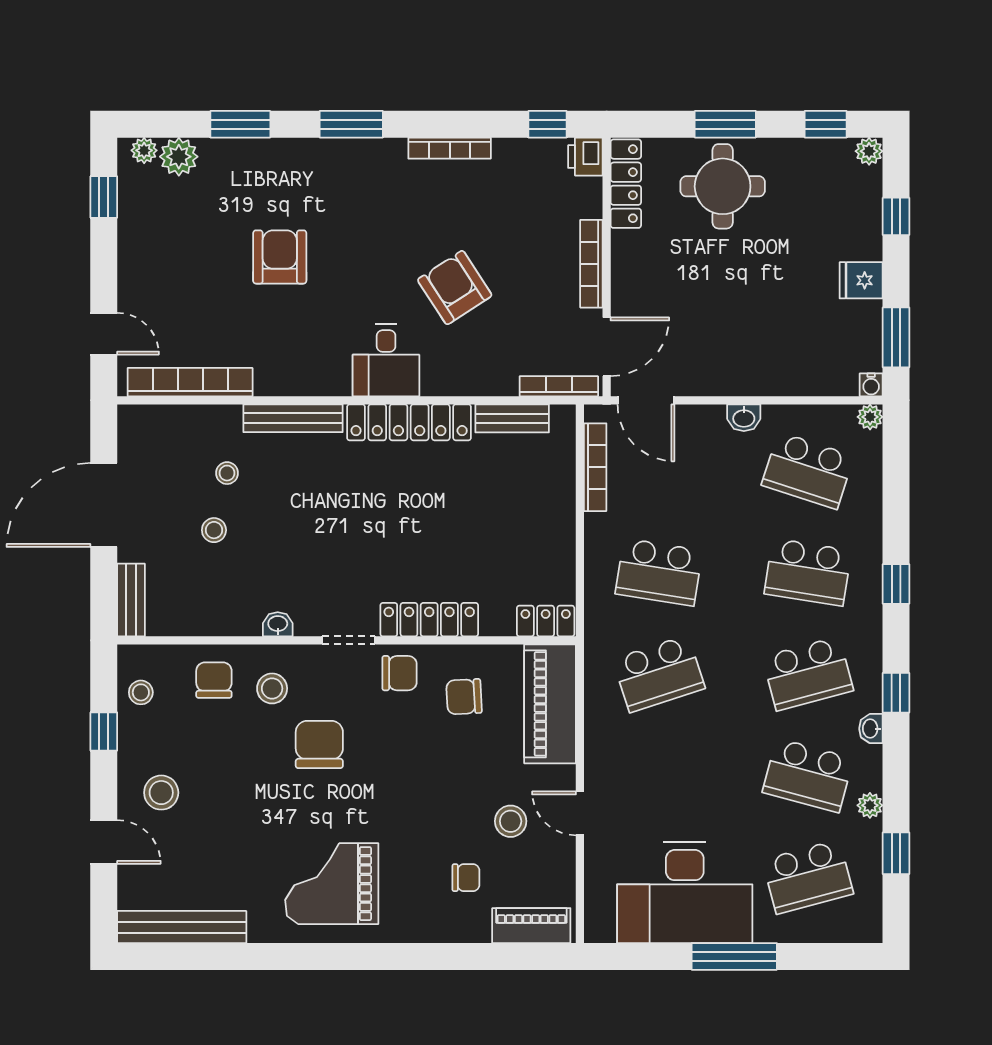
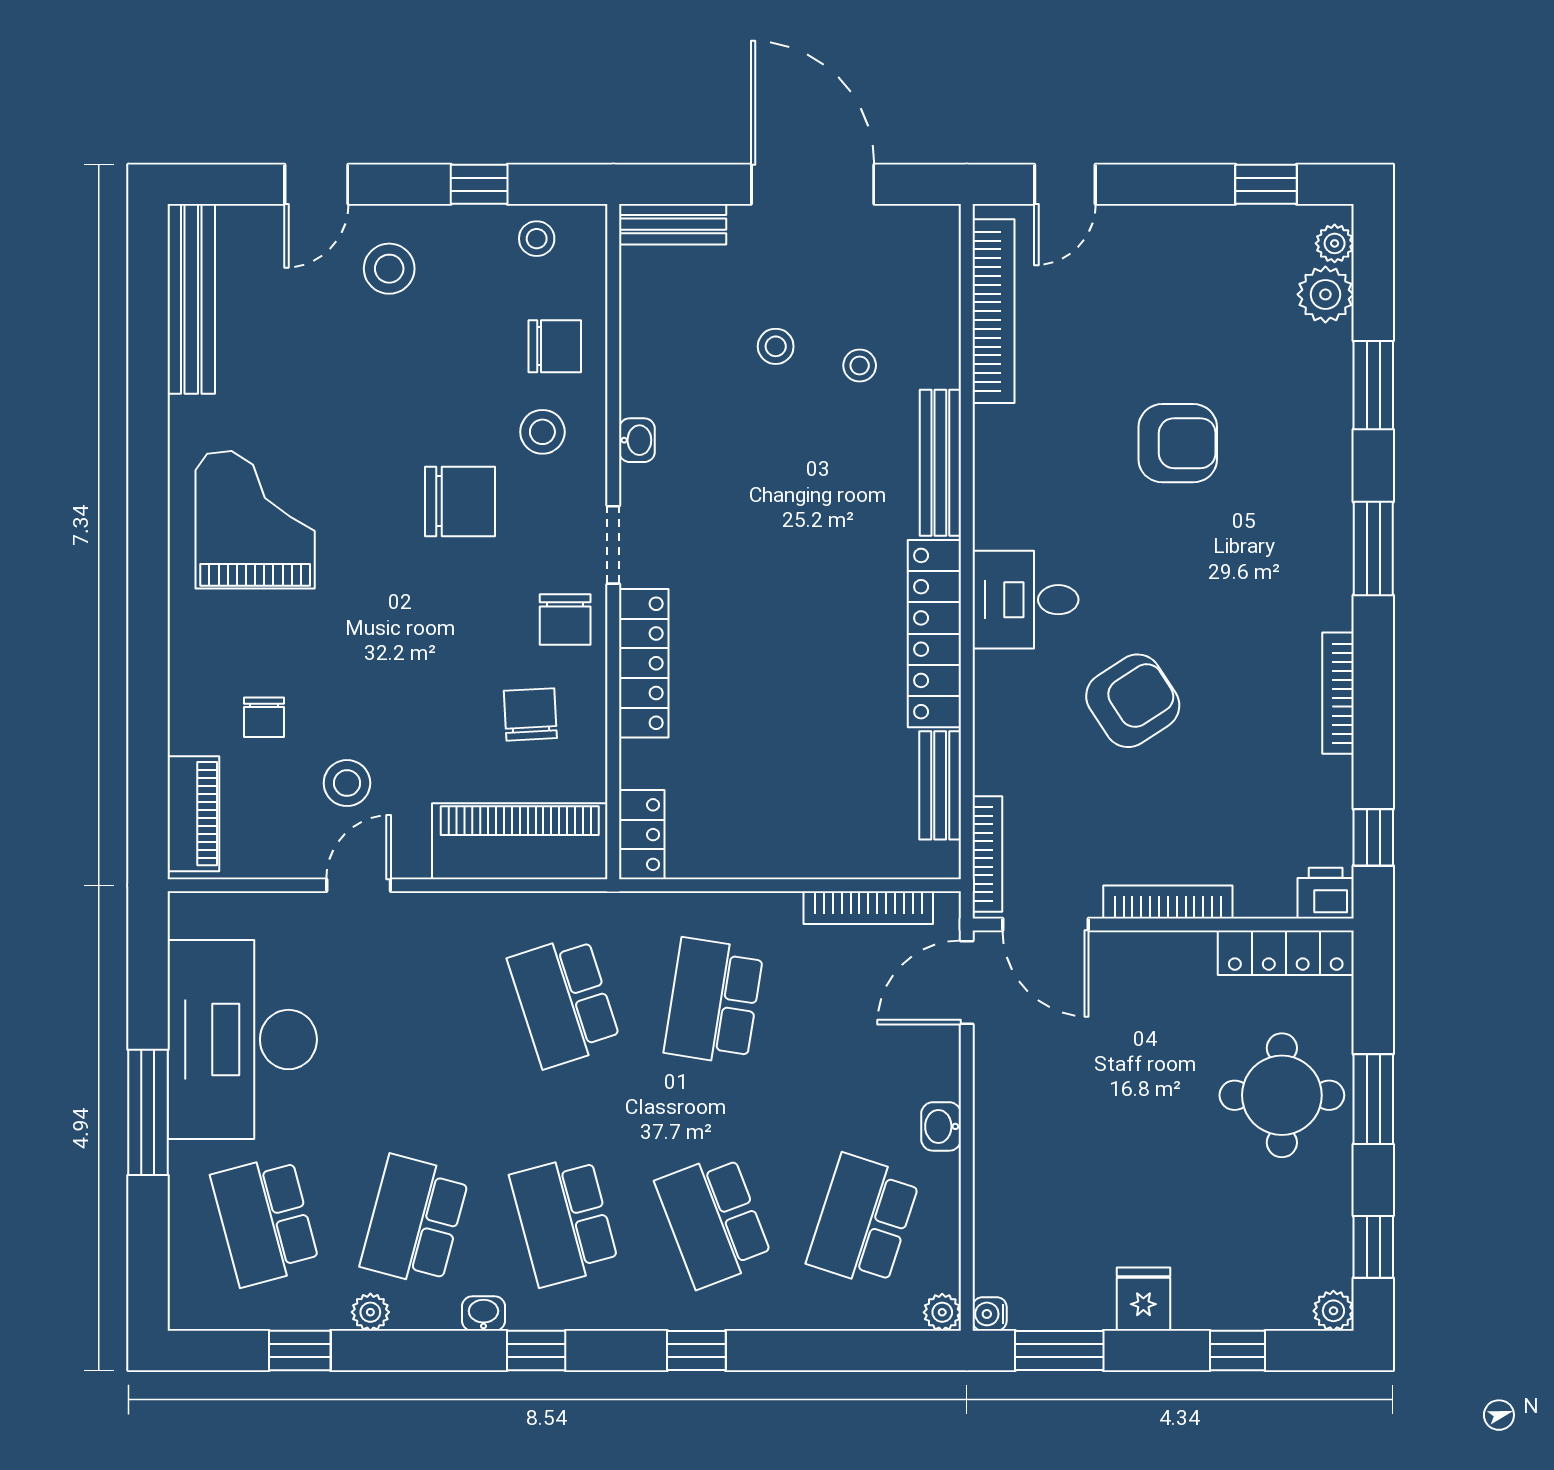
school desk: (808, 572) -> (714, 1221), turned -30

